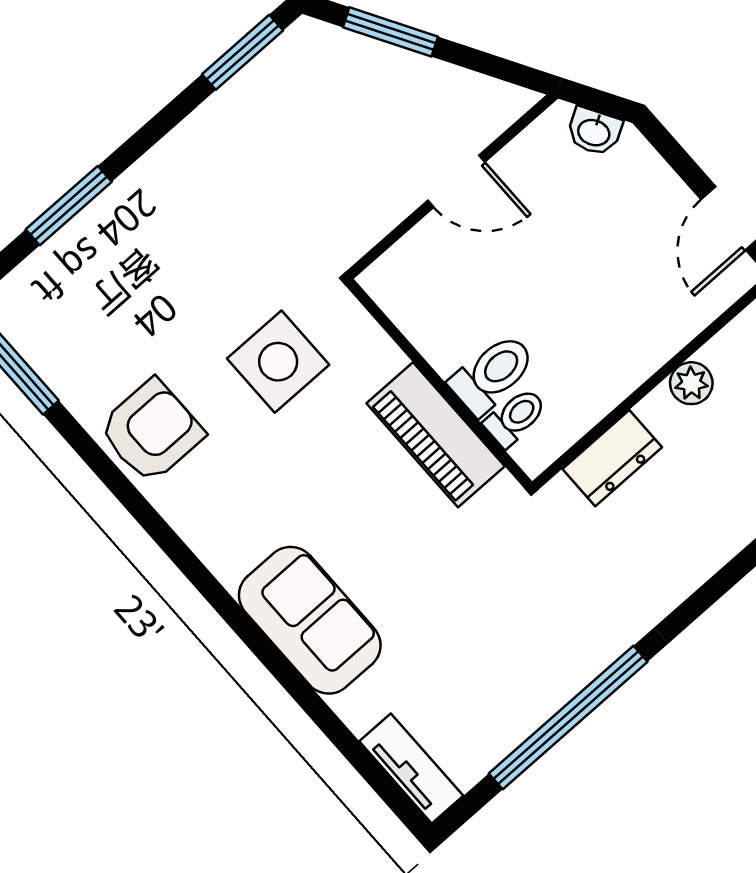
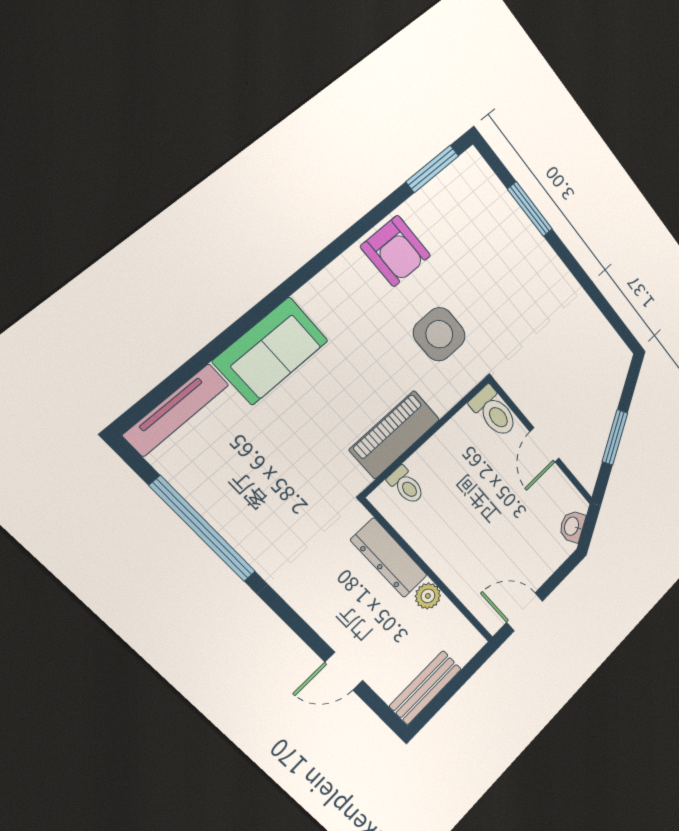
window: (390, 32) -> (615, 437), moved
window: (242, 52) -> (613, 318), removed
toilet: (493, 374) -> (494, 412), moved
dresser: (612, 458) -> (389, 558), width x1.44
tv unit: (411, 769) -> (176, 410), width x1.41

